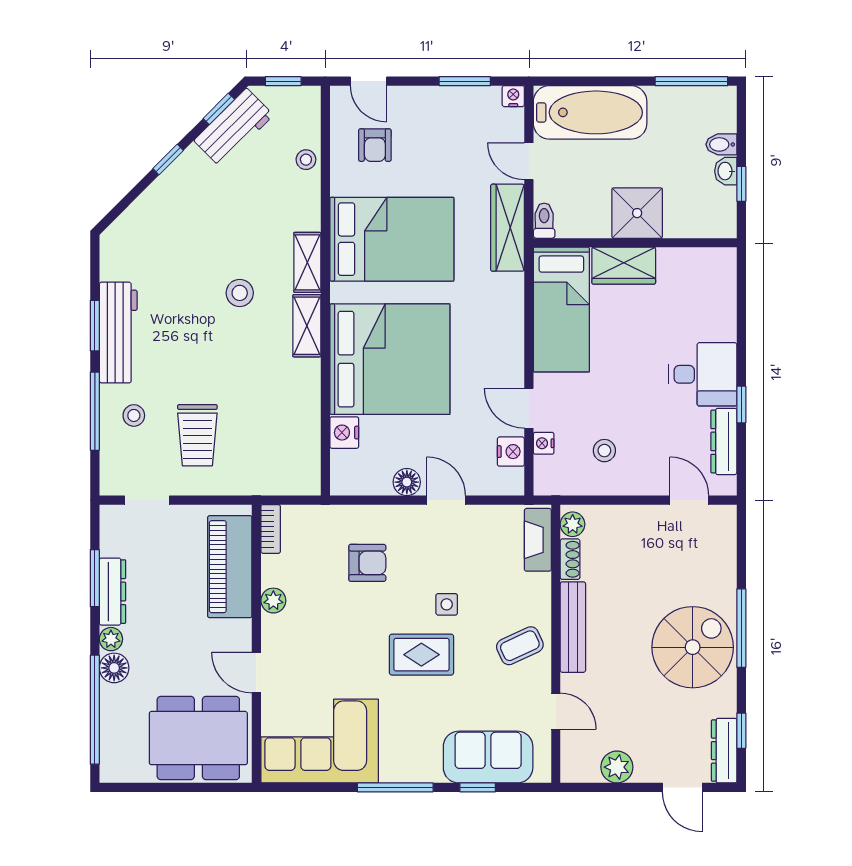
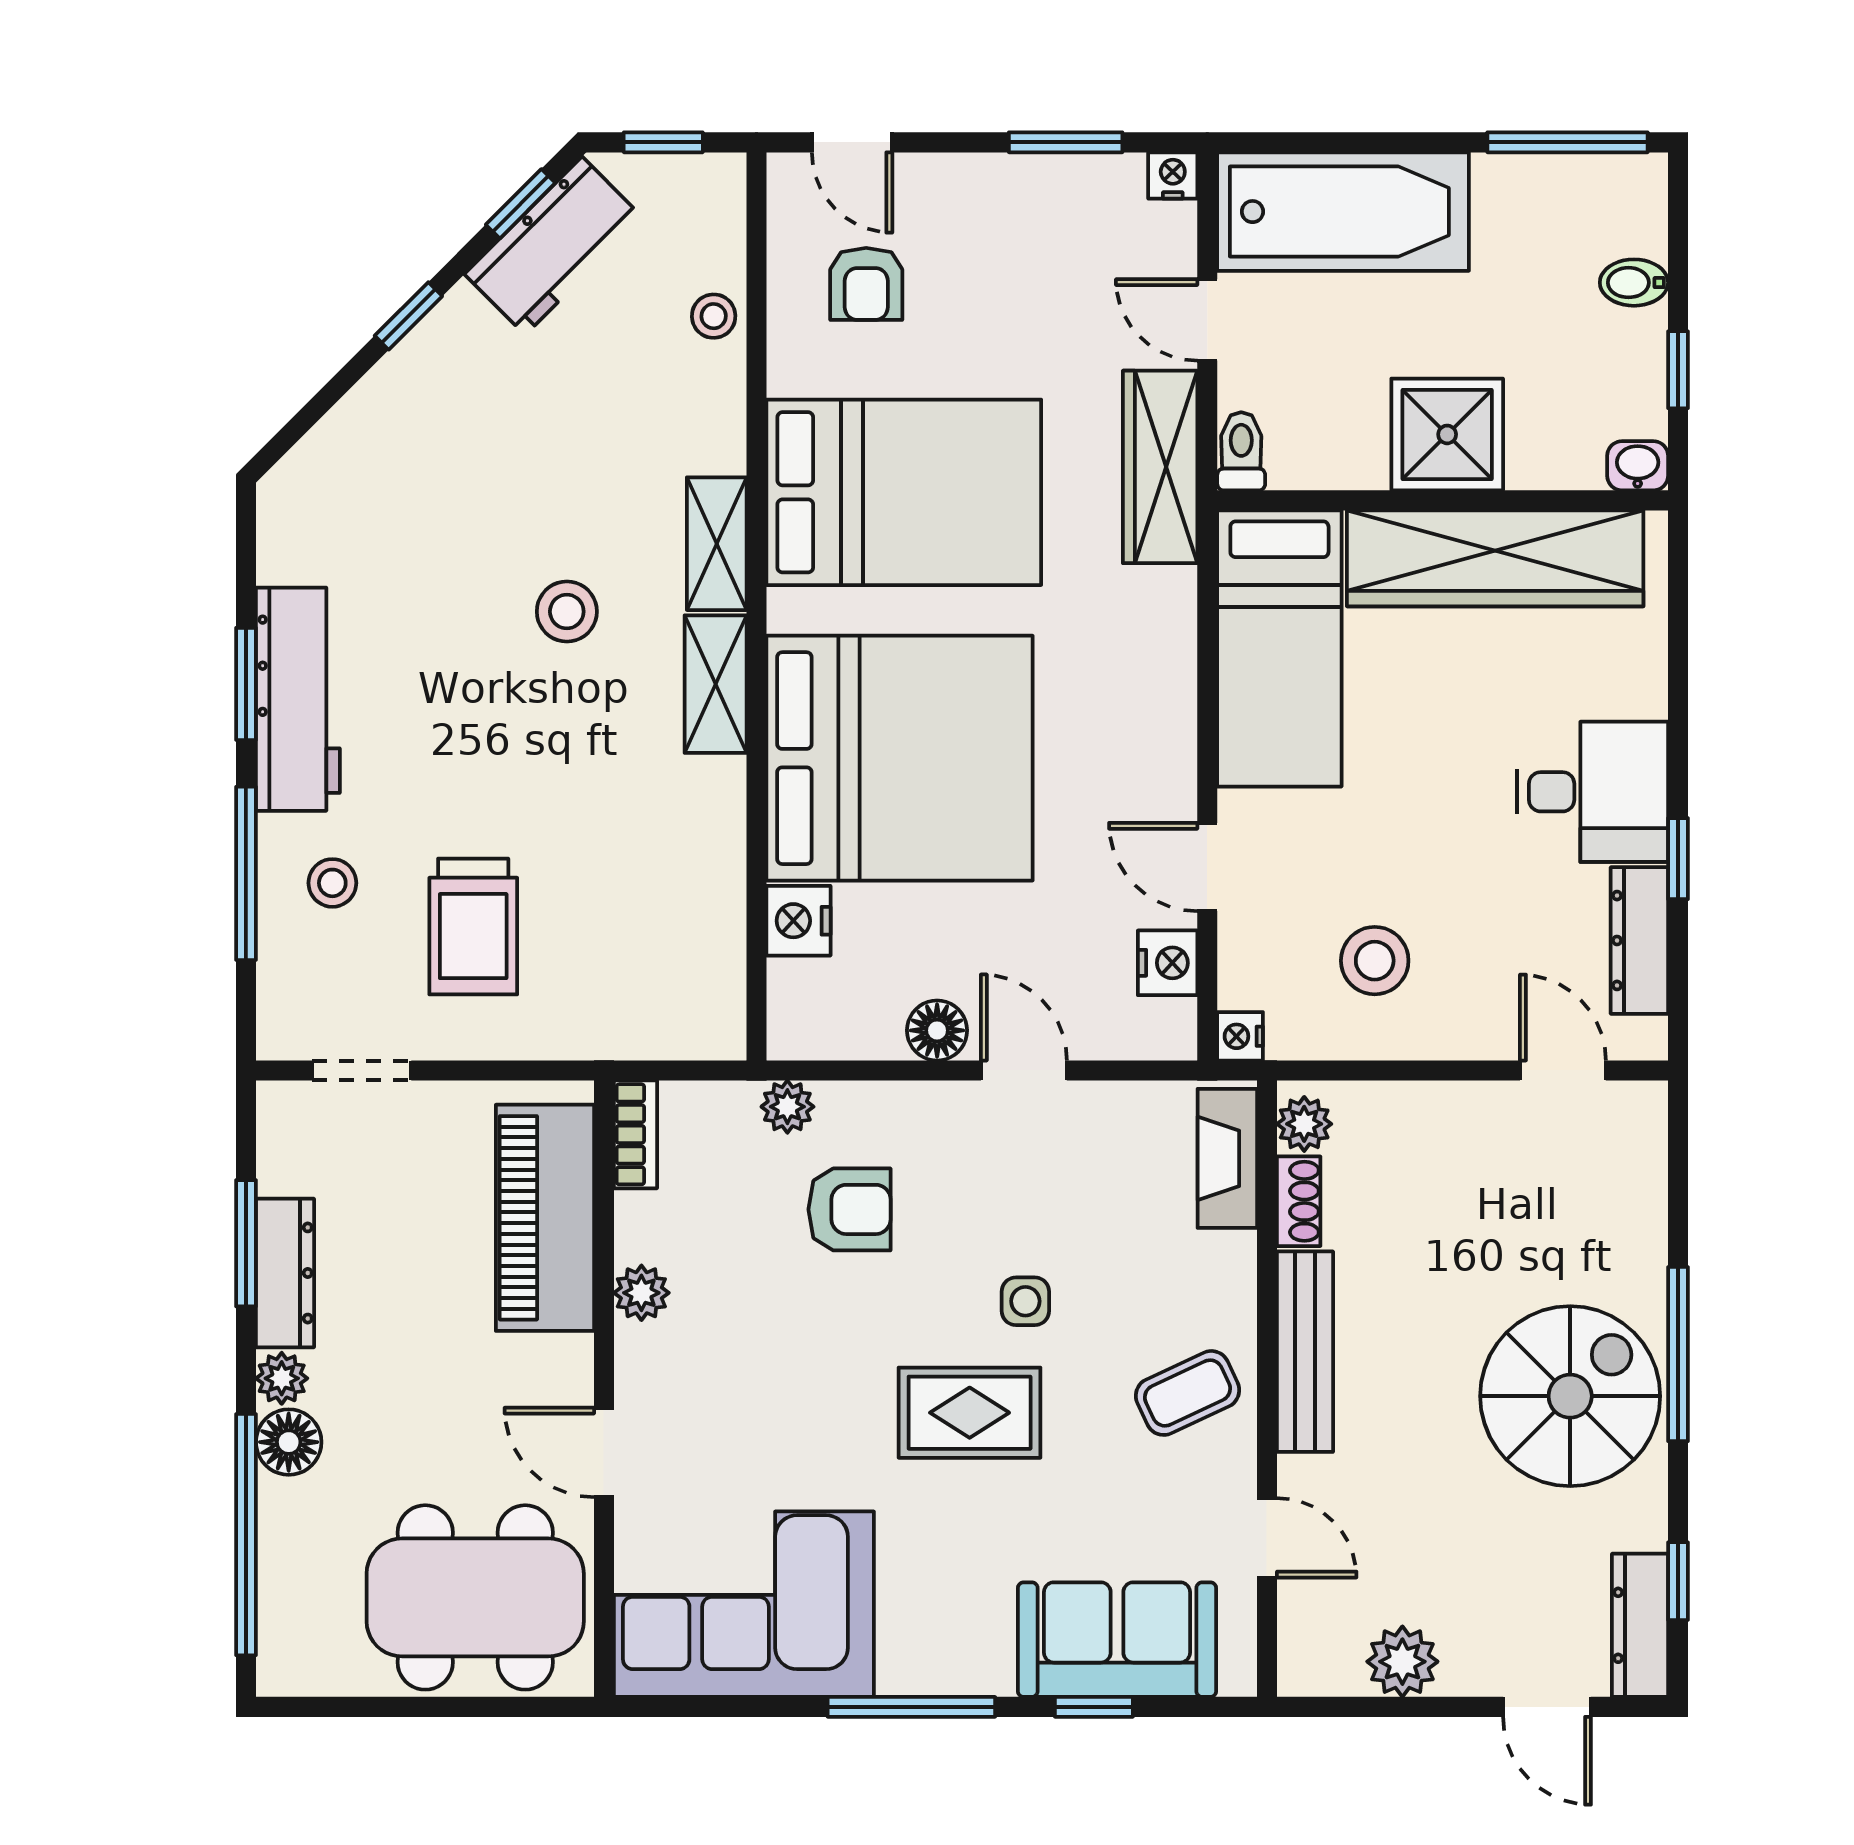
washbasin: (726, 171) -> (1638, 466), moved, turned 90
wardrobe: (624, 266) -> (1495, 558), width x2.10, depth x1.17
nightstand: (544, 443) -> (1240, 1036), moved
stool: (604, 451) -> (1375, 961), width x1.37, depth x1.37
plant: (339, 516) -> (787, 1107), added

